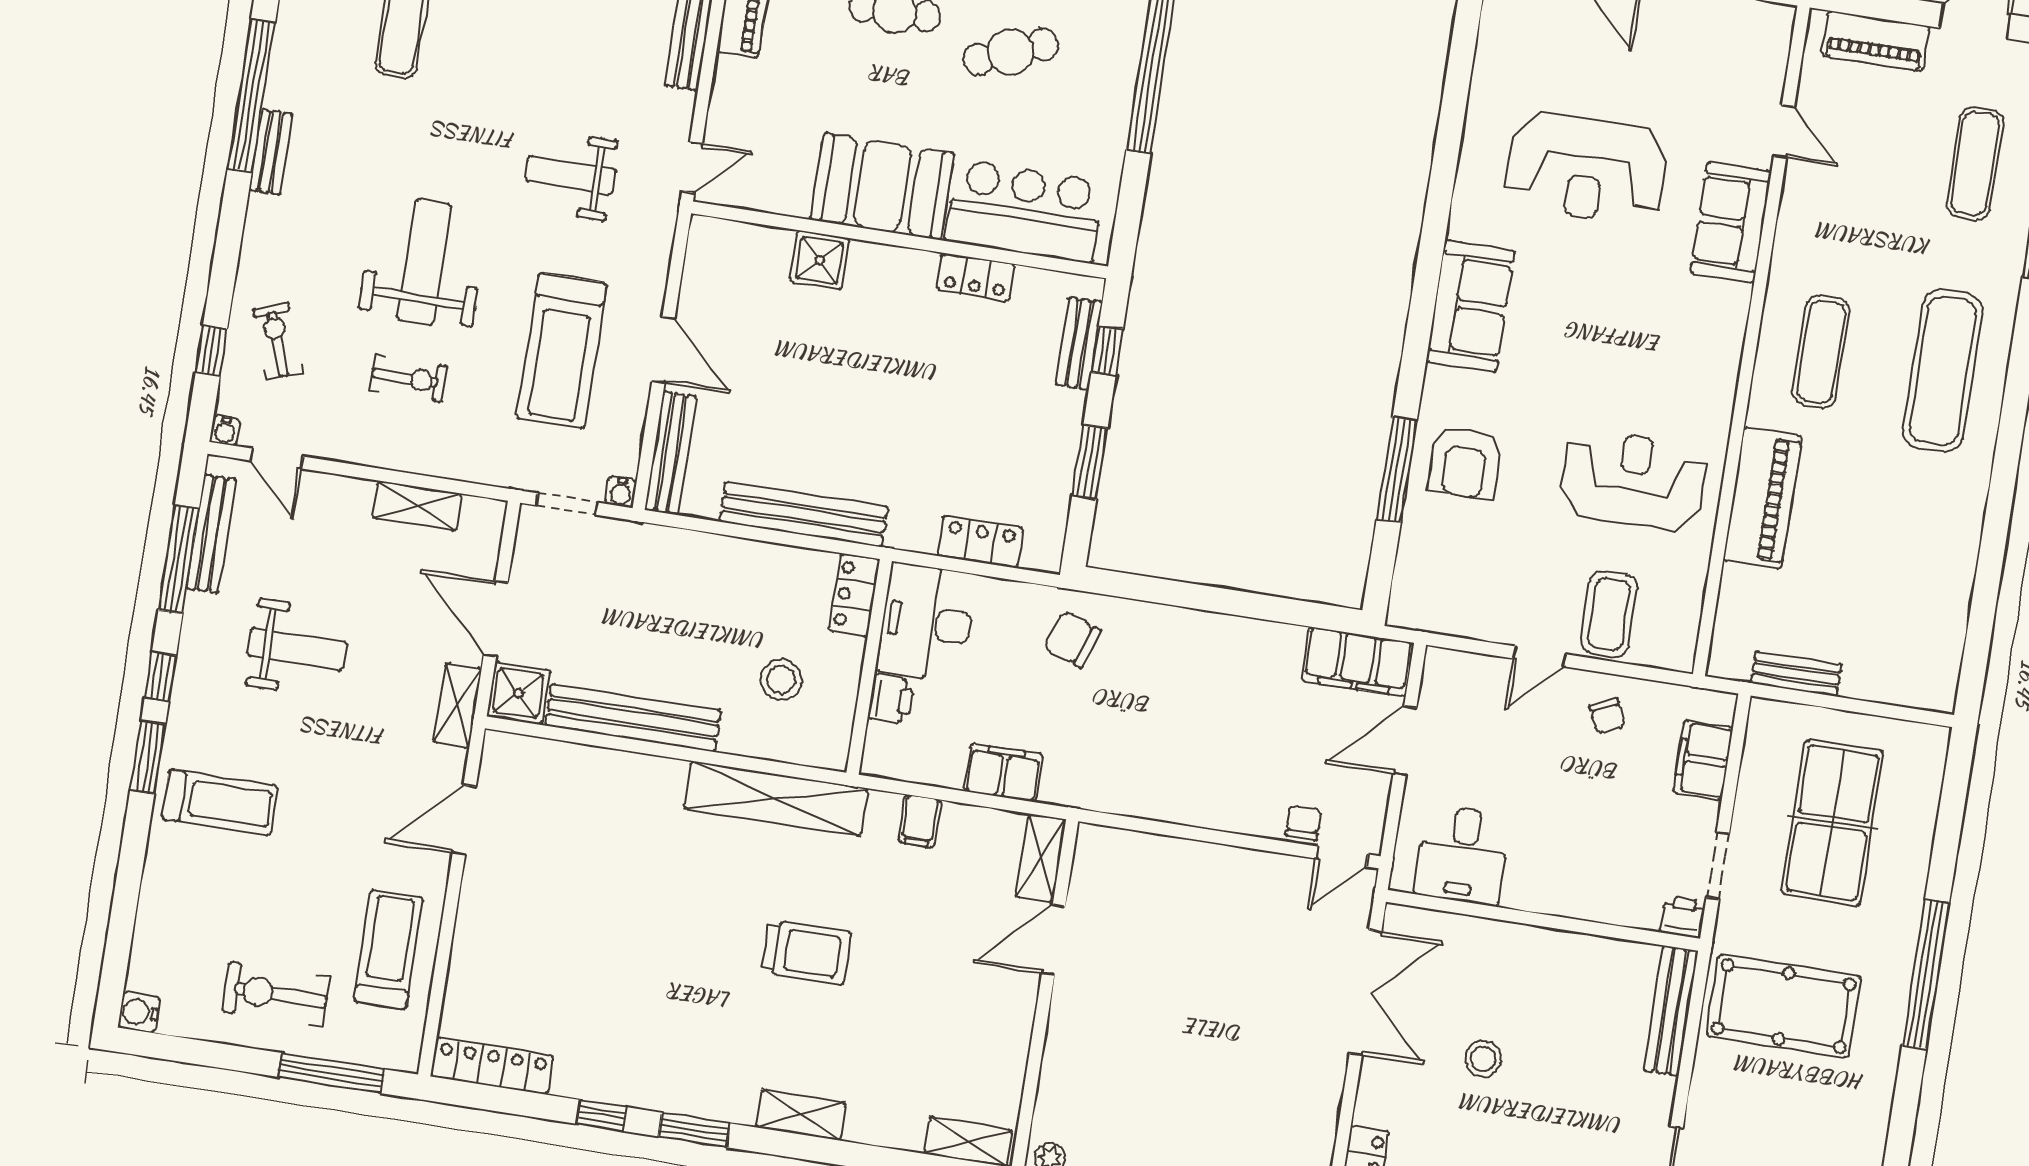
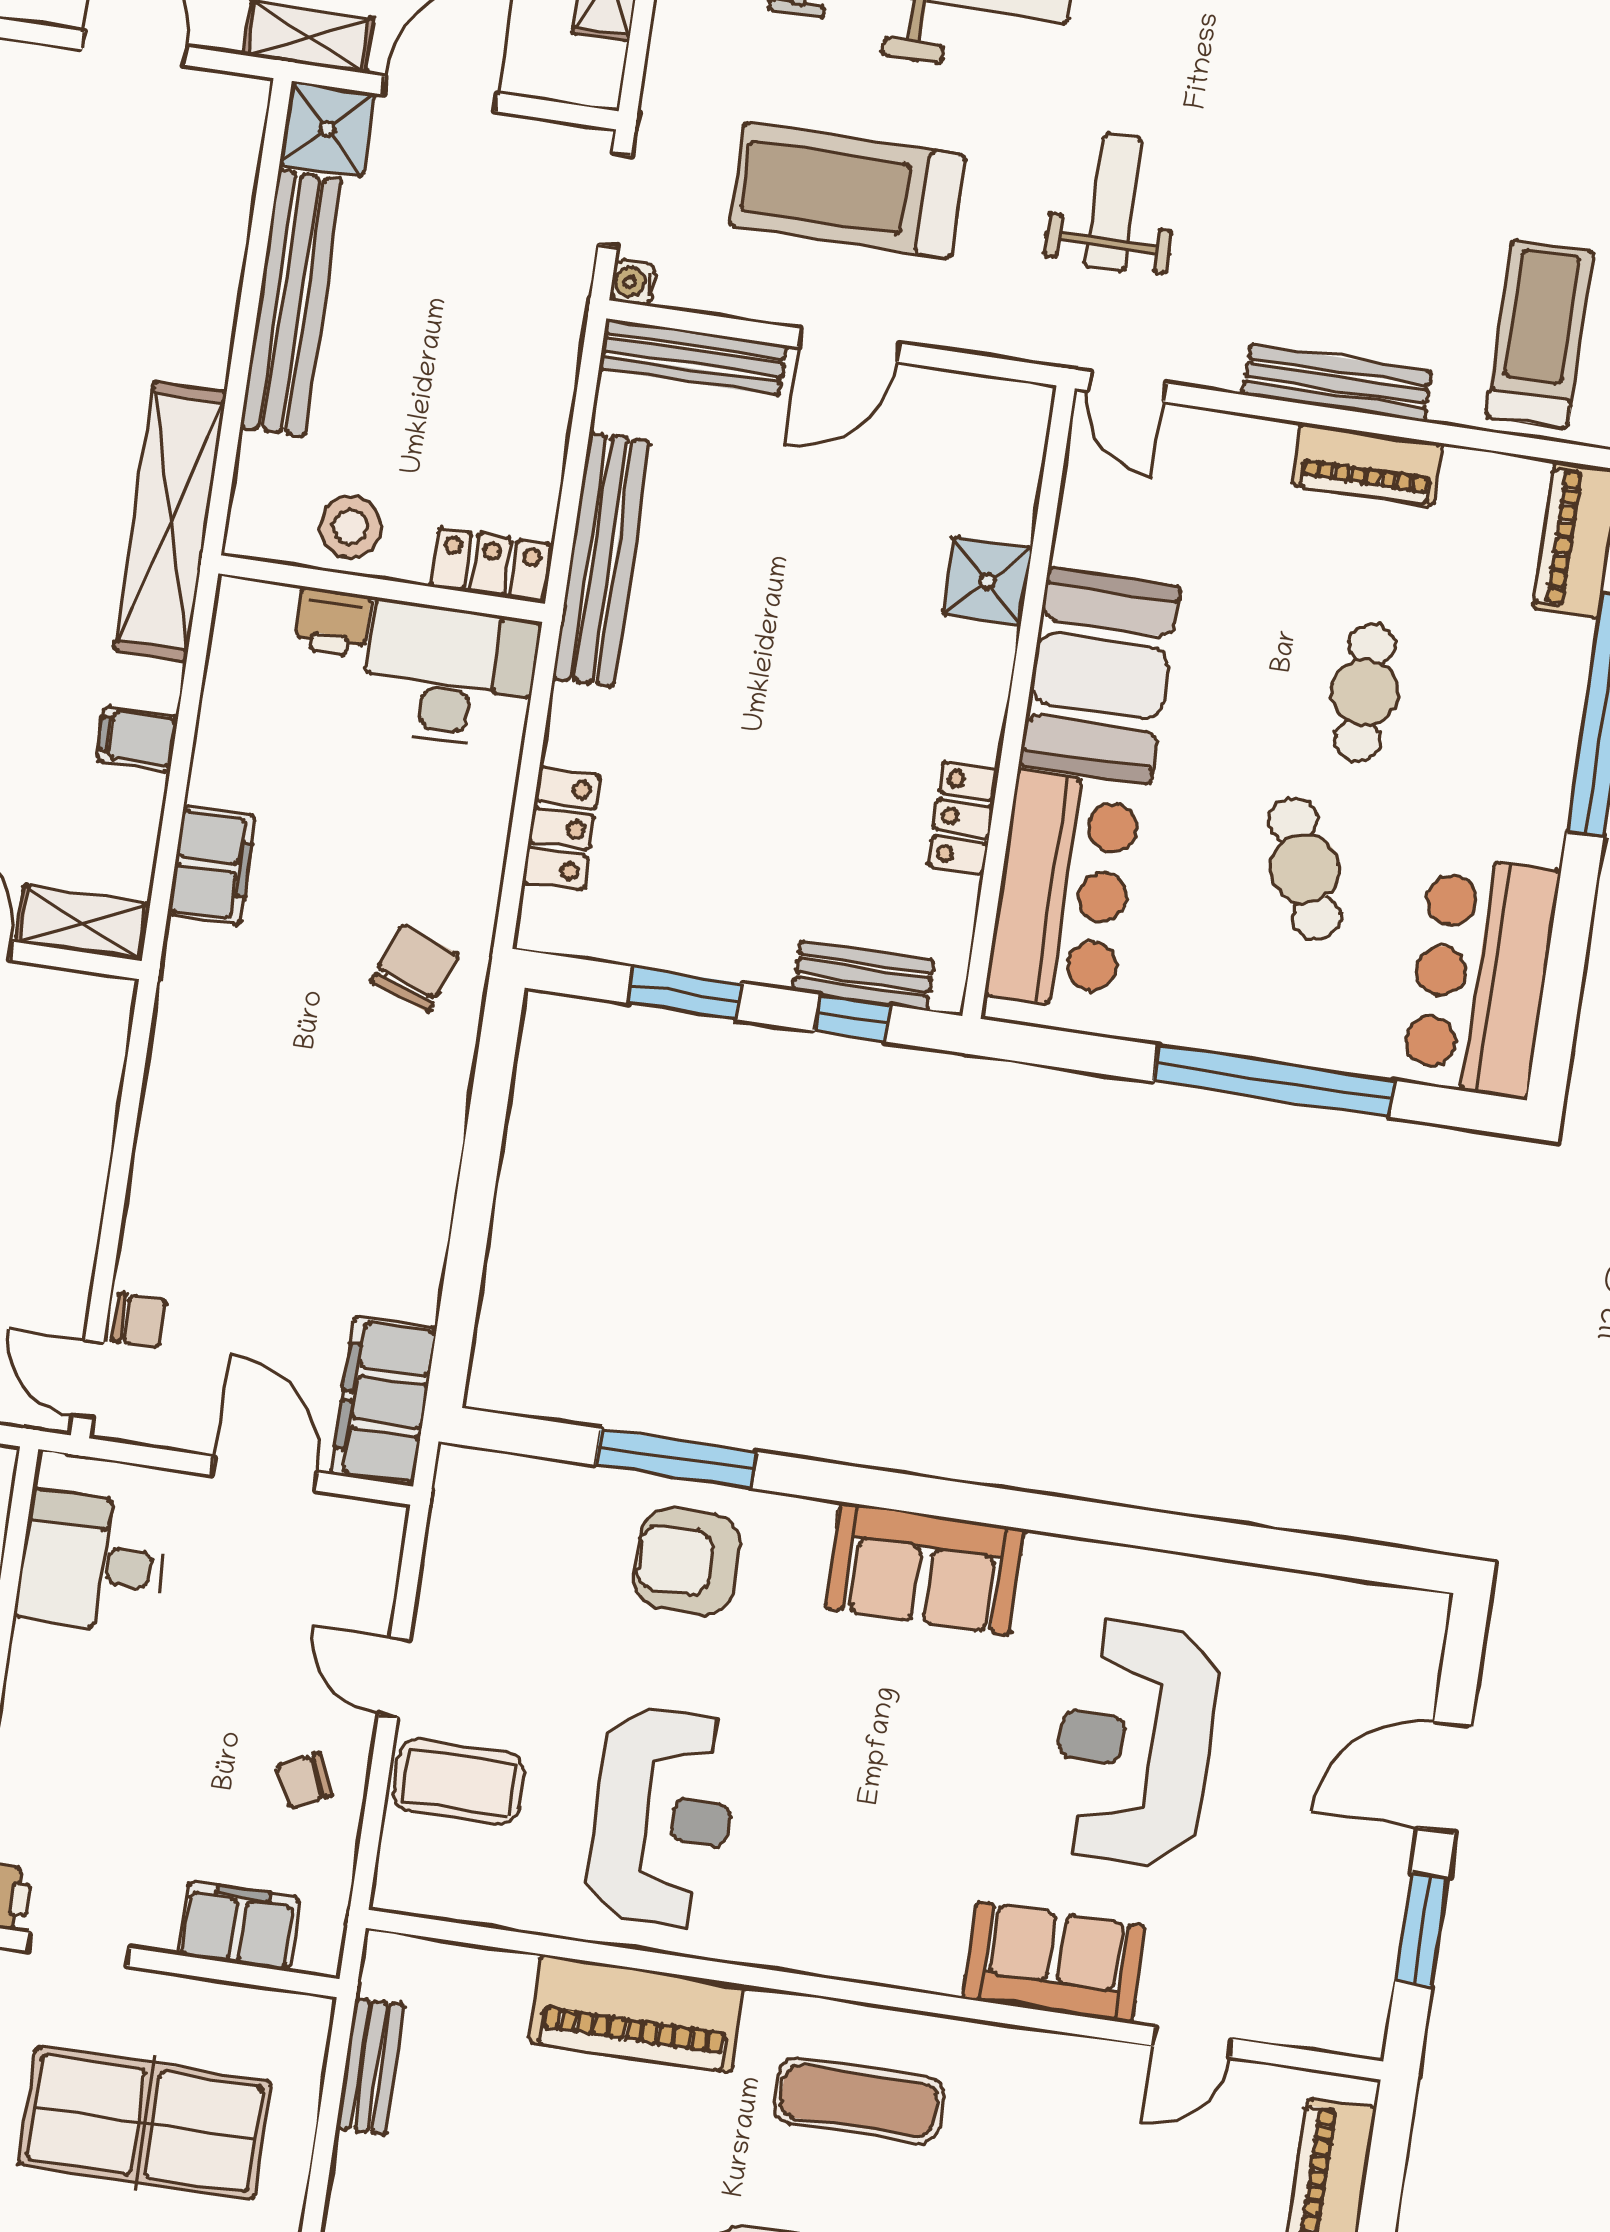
locker: (854, 595) -> (491, 565), moved
desk: (926, 622) -> (450, 675), moved
wall: (869, 667) -> (382, 589), moved
printer: (891, 699) -> (332, 622), moved

